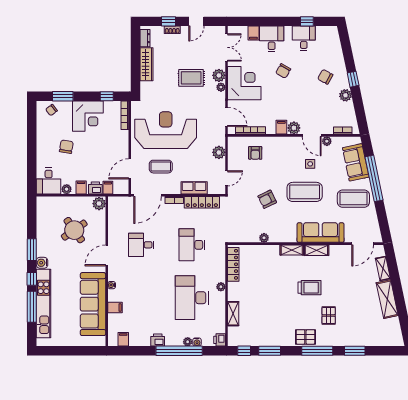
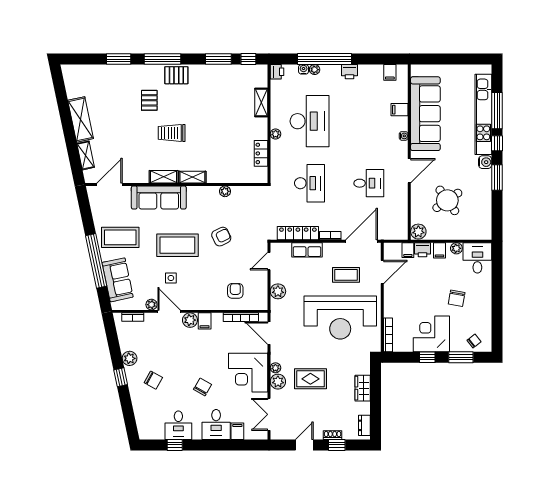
wardrobe: (147, 64) -> (363, 388), width x0.67
window: (107, 96) -> (427, 357), moved
locker: (233, 264) -> (261, 153), width x0.66

